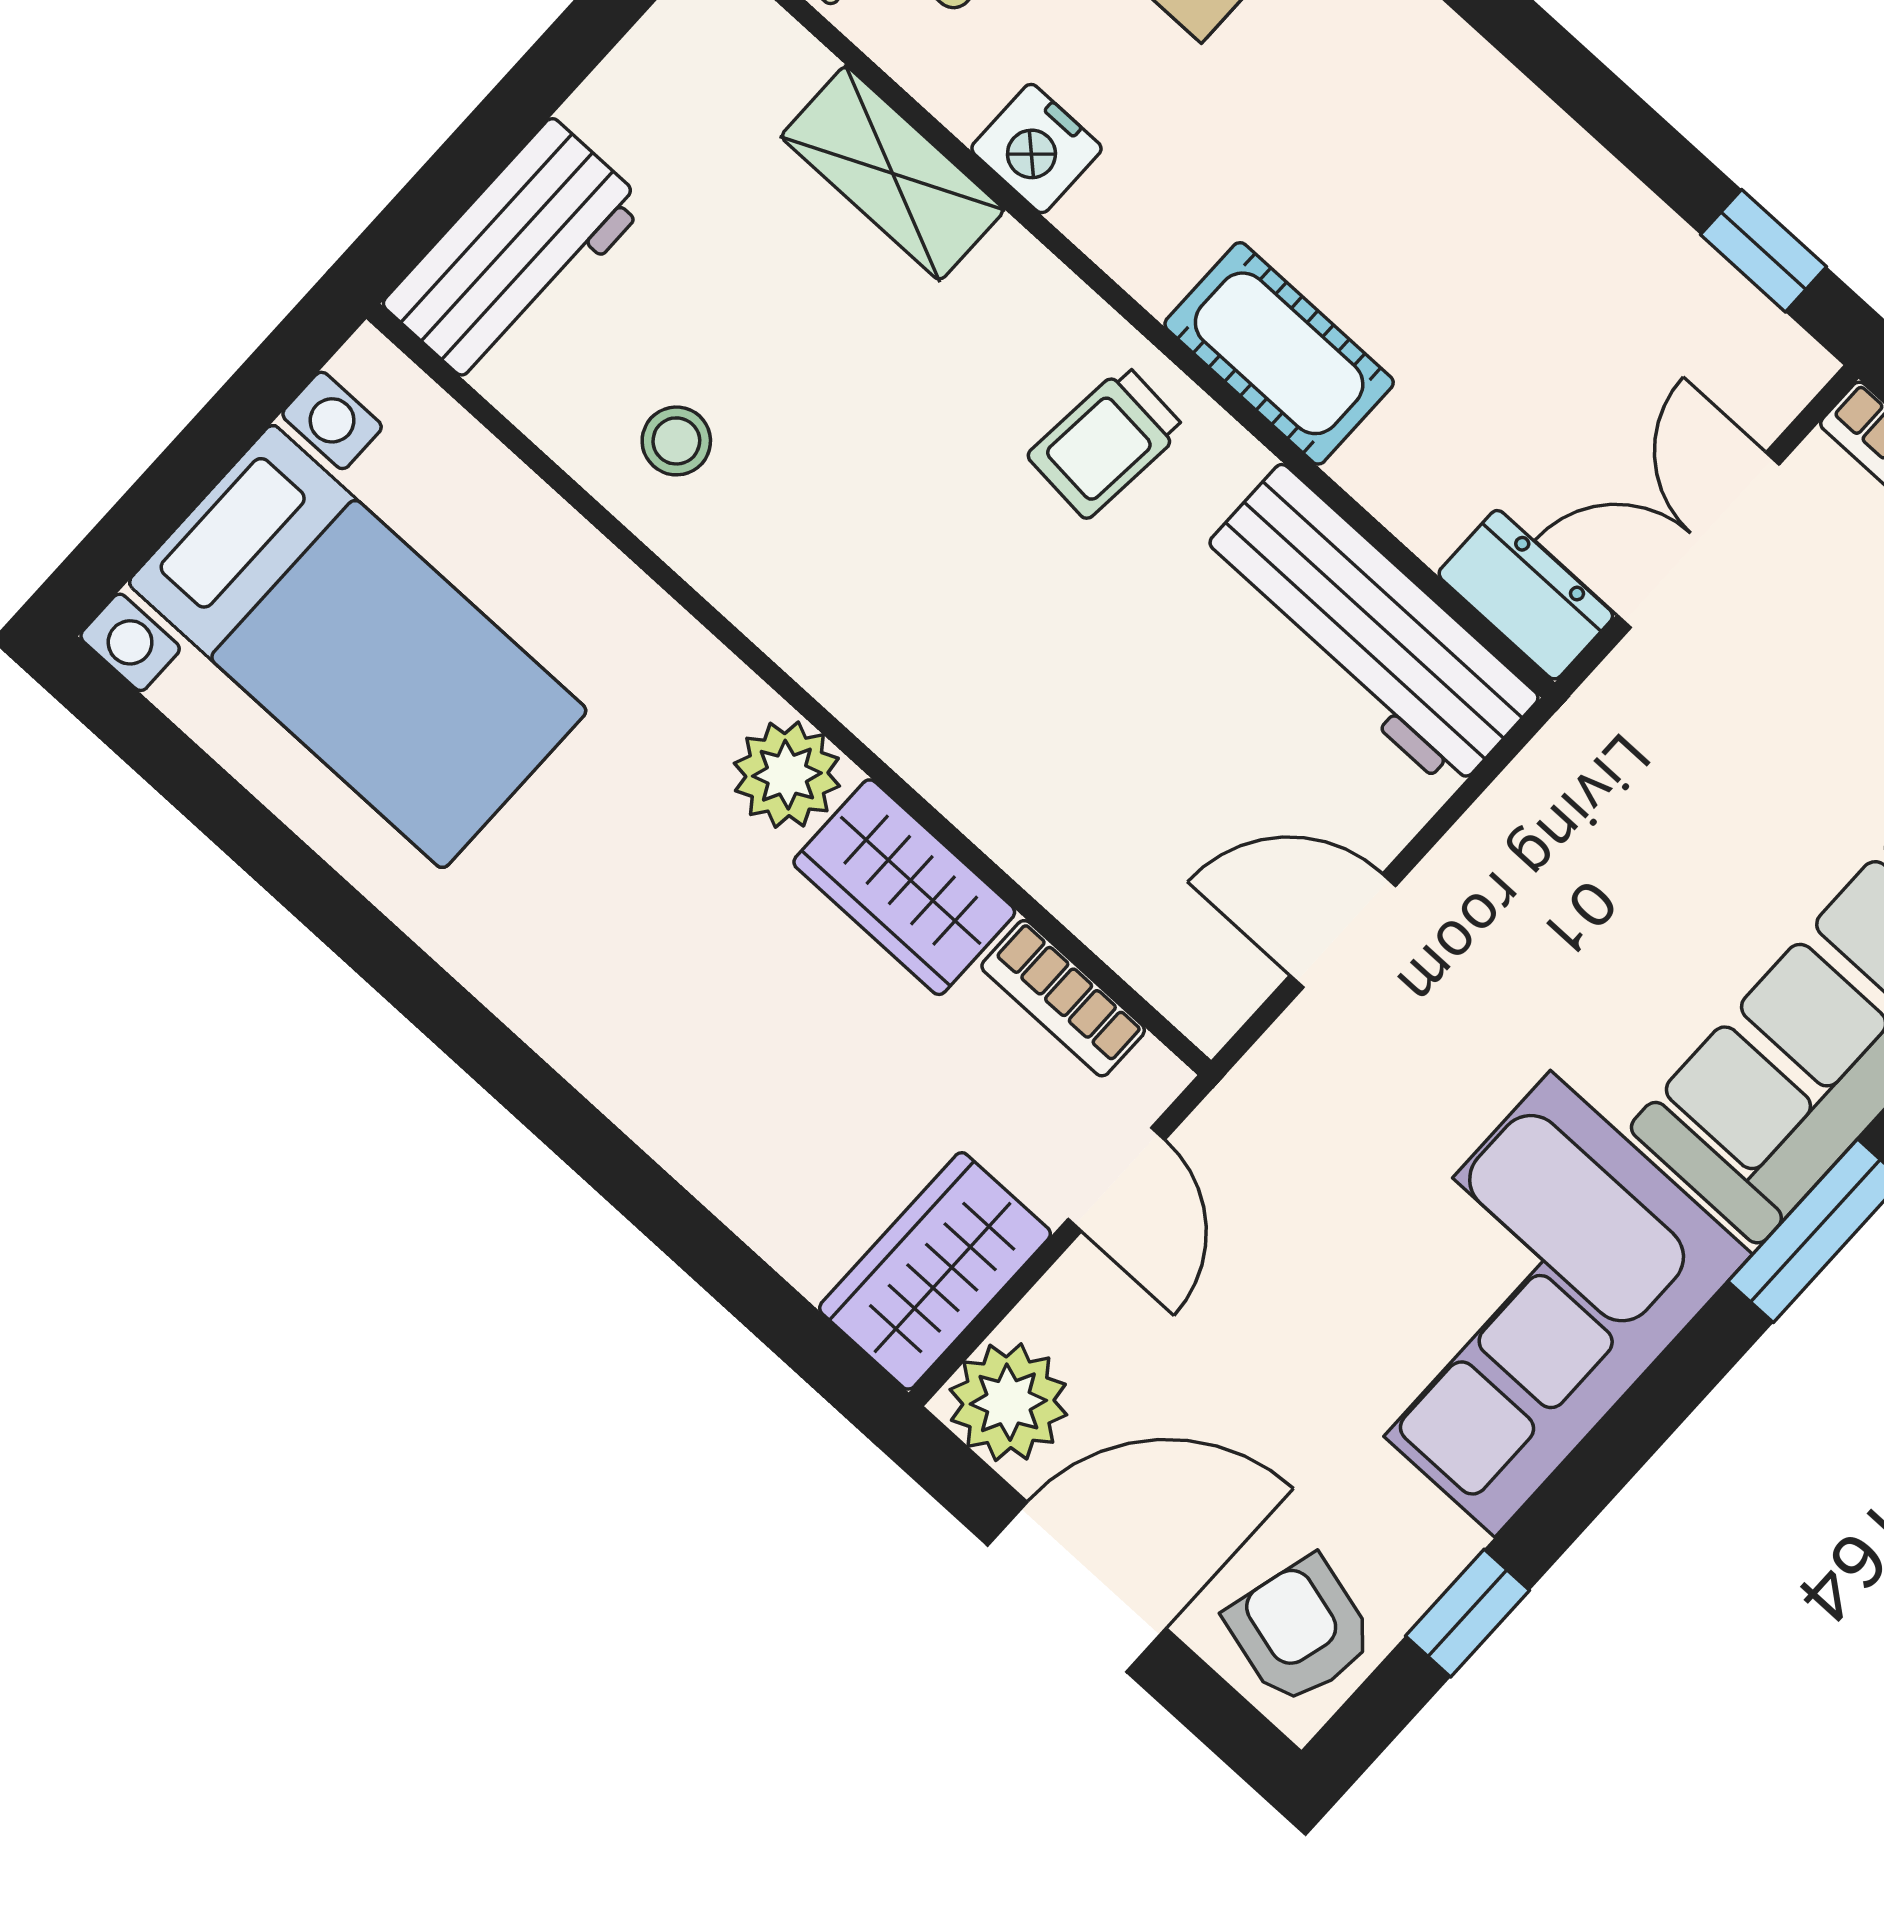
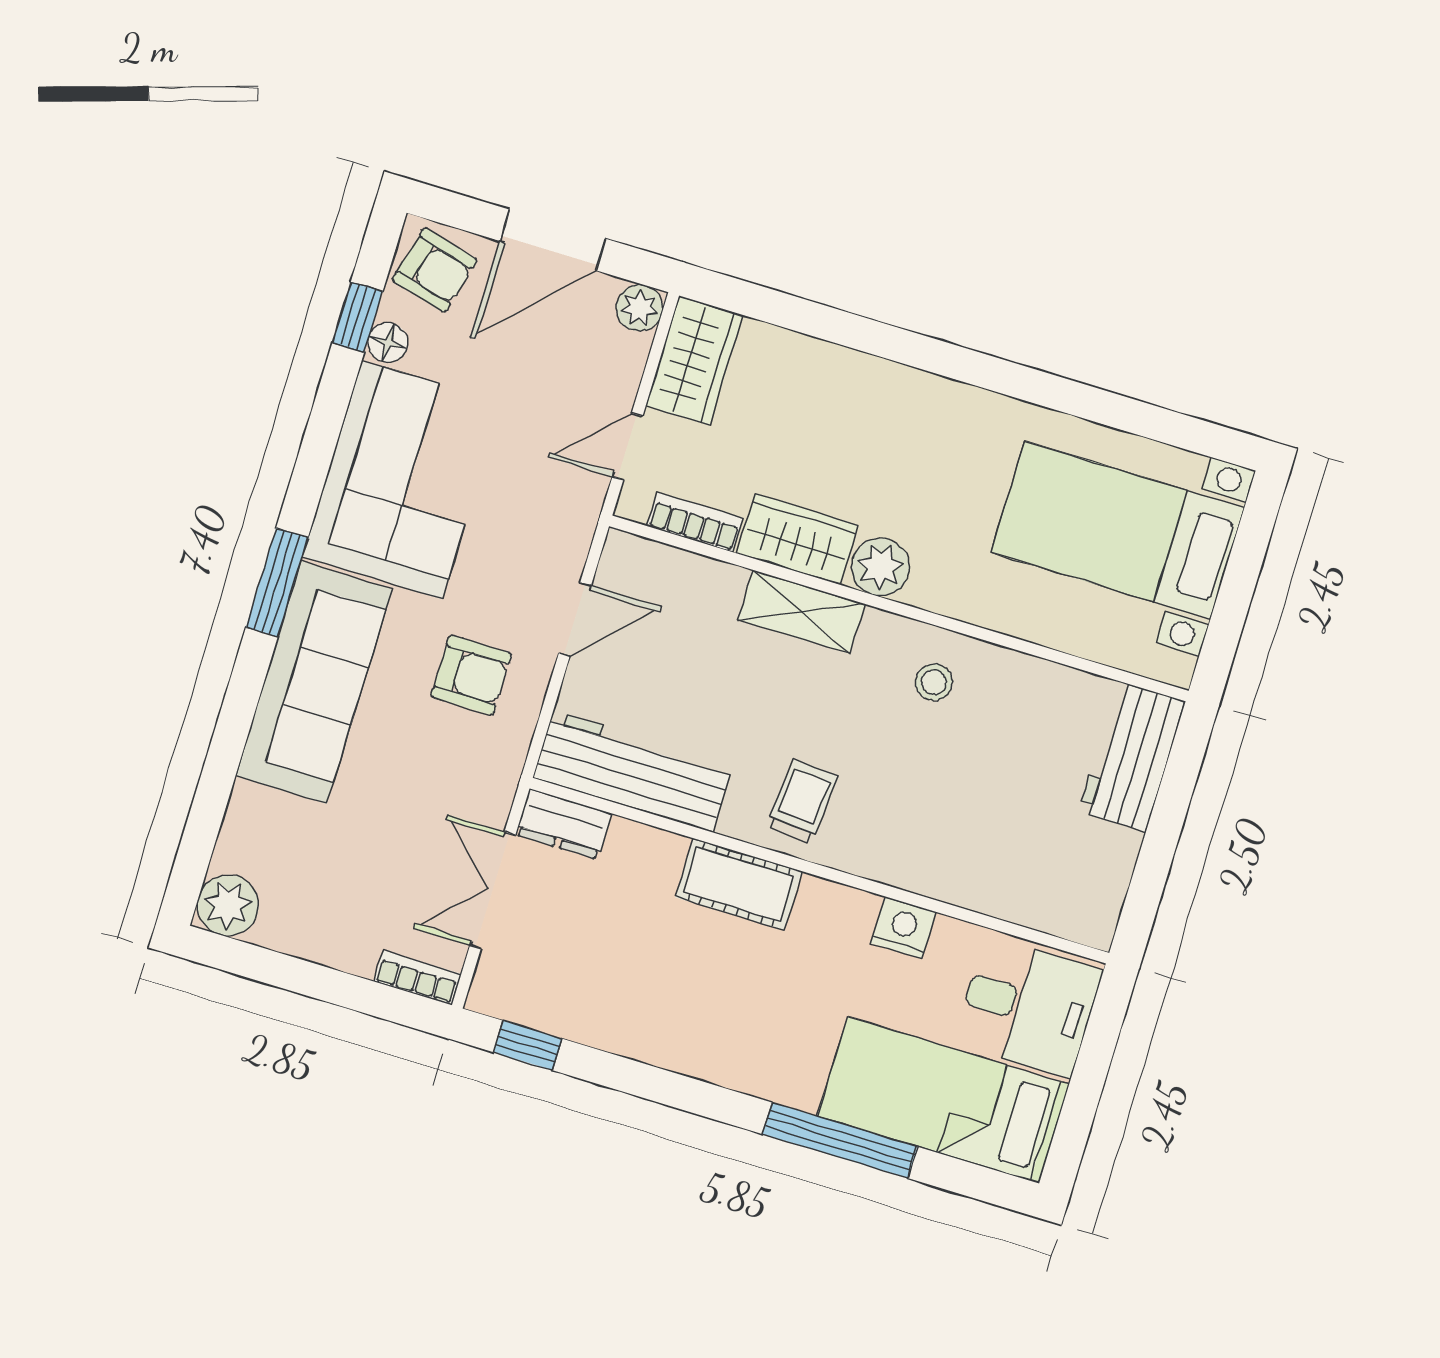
shelving: (893, 173) -> (802, 612), moved
stool: (676, 441) -> (934, 682), moved
double door: (1698, 540) -> (493, 890), swing flipped
armchair: (1562, 919) -> (471, 675), added
door: (1116, 1179) -> (627, 446), hinge flipped
plant: (1008, 1402) -> (639, 308), width x0.73, depth x0.73
floor lamp: (1437, 1546) -> (388, 343), added

